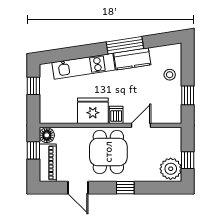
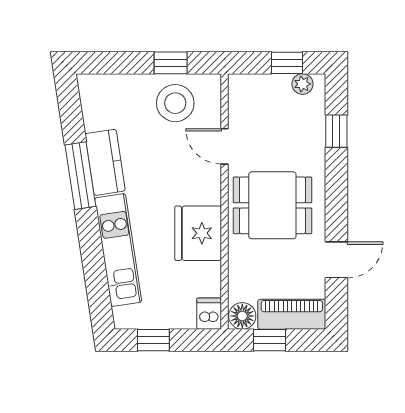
stool: (170, 75) -> (175, 103), moved, width x1.89, depth x1.89
dishwasher: (116, 115) -> (209, 314), moved, turned 90
plant: (171, 169) -> (302, 84), width x0.53, depth x0.53
window: (125, 188) -> (336, 131), moved

